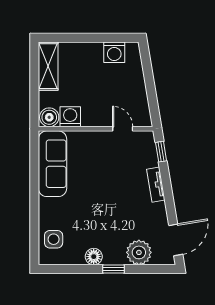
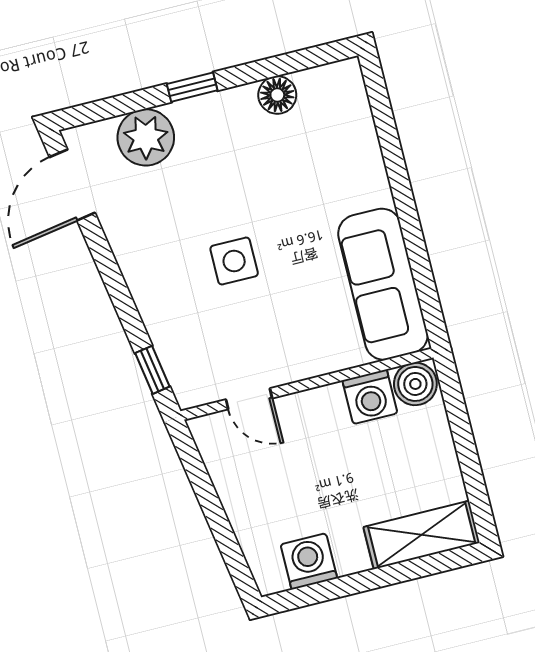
shelving: (48, 66) -> (422, 535), moved, turned 90
tv unit: (156, 185) -> (146, 295), removed
side table: (54, 239) -> (234, 261), moved
floor lamp: (94, 257) -> (277, 95), moved

